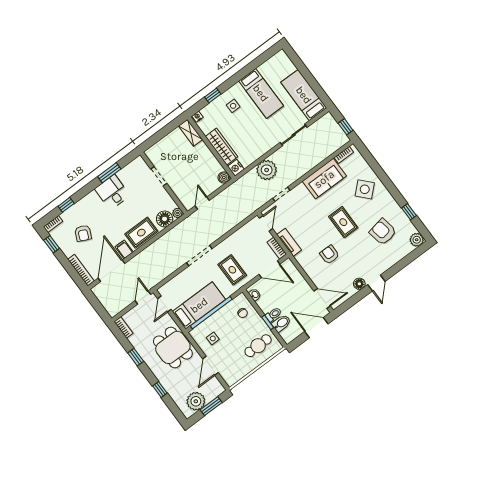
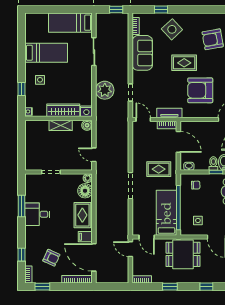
shelving: (191, 133) -> (61, 125), moved
window: (409, 212) -> (161, 9), moved
armchair: (330, 255) -> (200, 90), width x1.88, depth x1.88
door: (269, 269) -> (178, 142), hinge flipped

